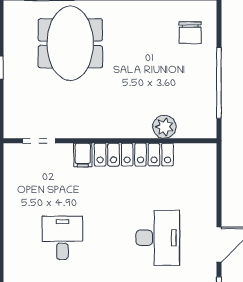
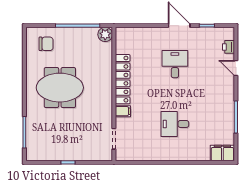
meeting table: (70, 43) -> (60, 88), moved
plant: (164, 127) -> (105, 34), moved
desk: (158, 238) -> (175, 64), width x0.73

